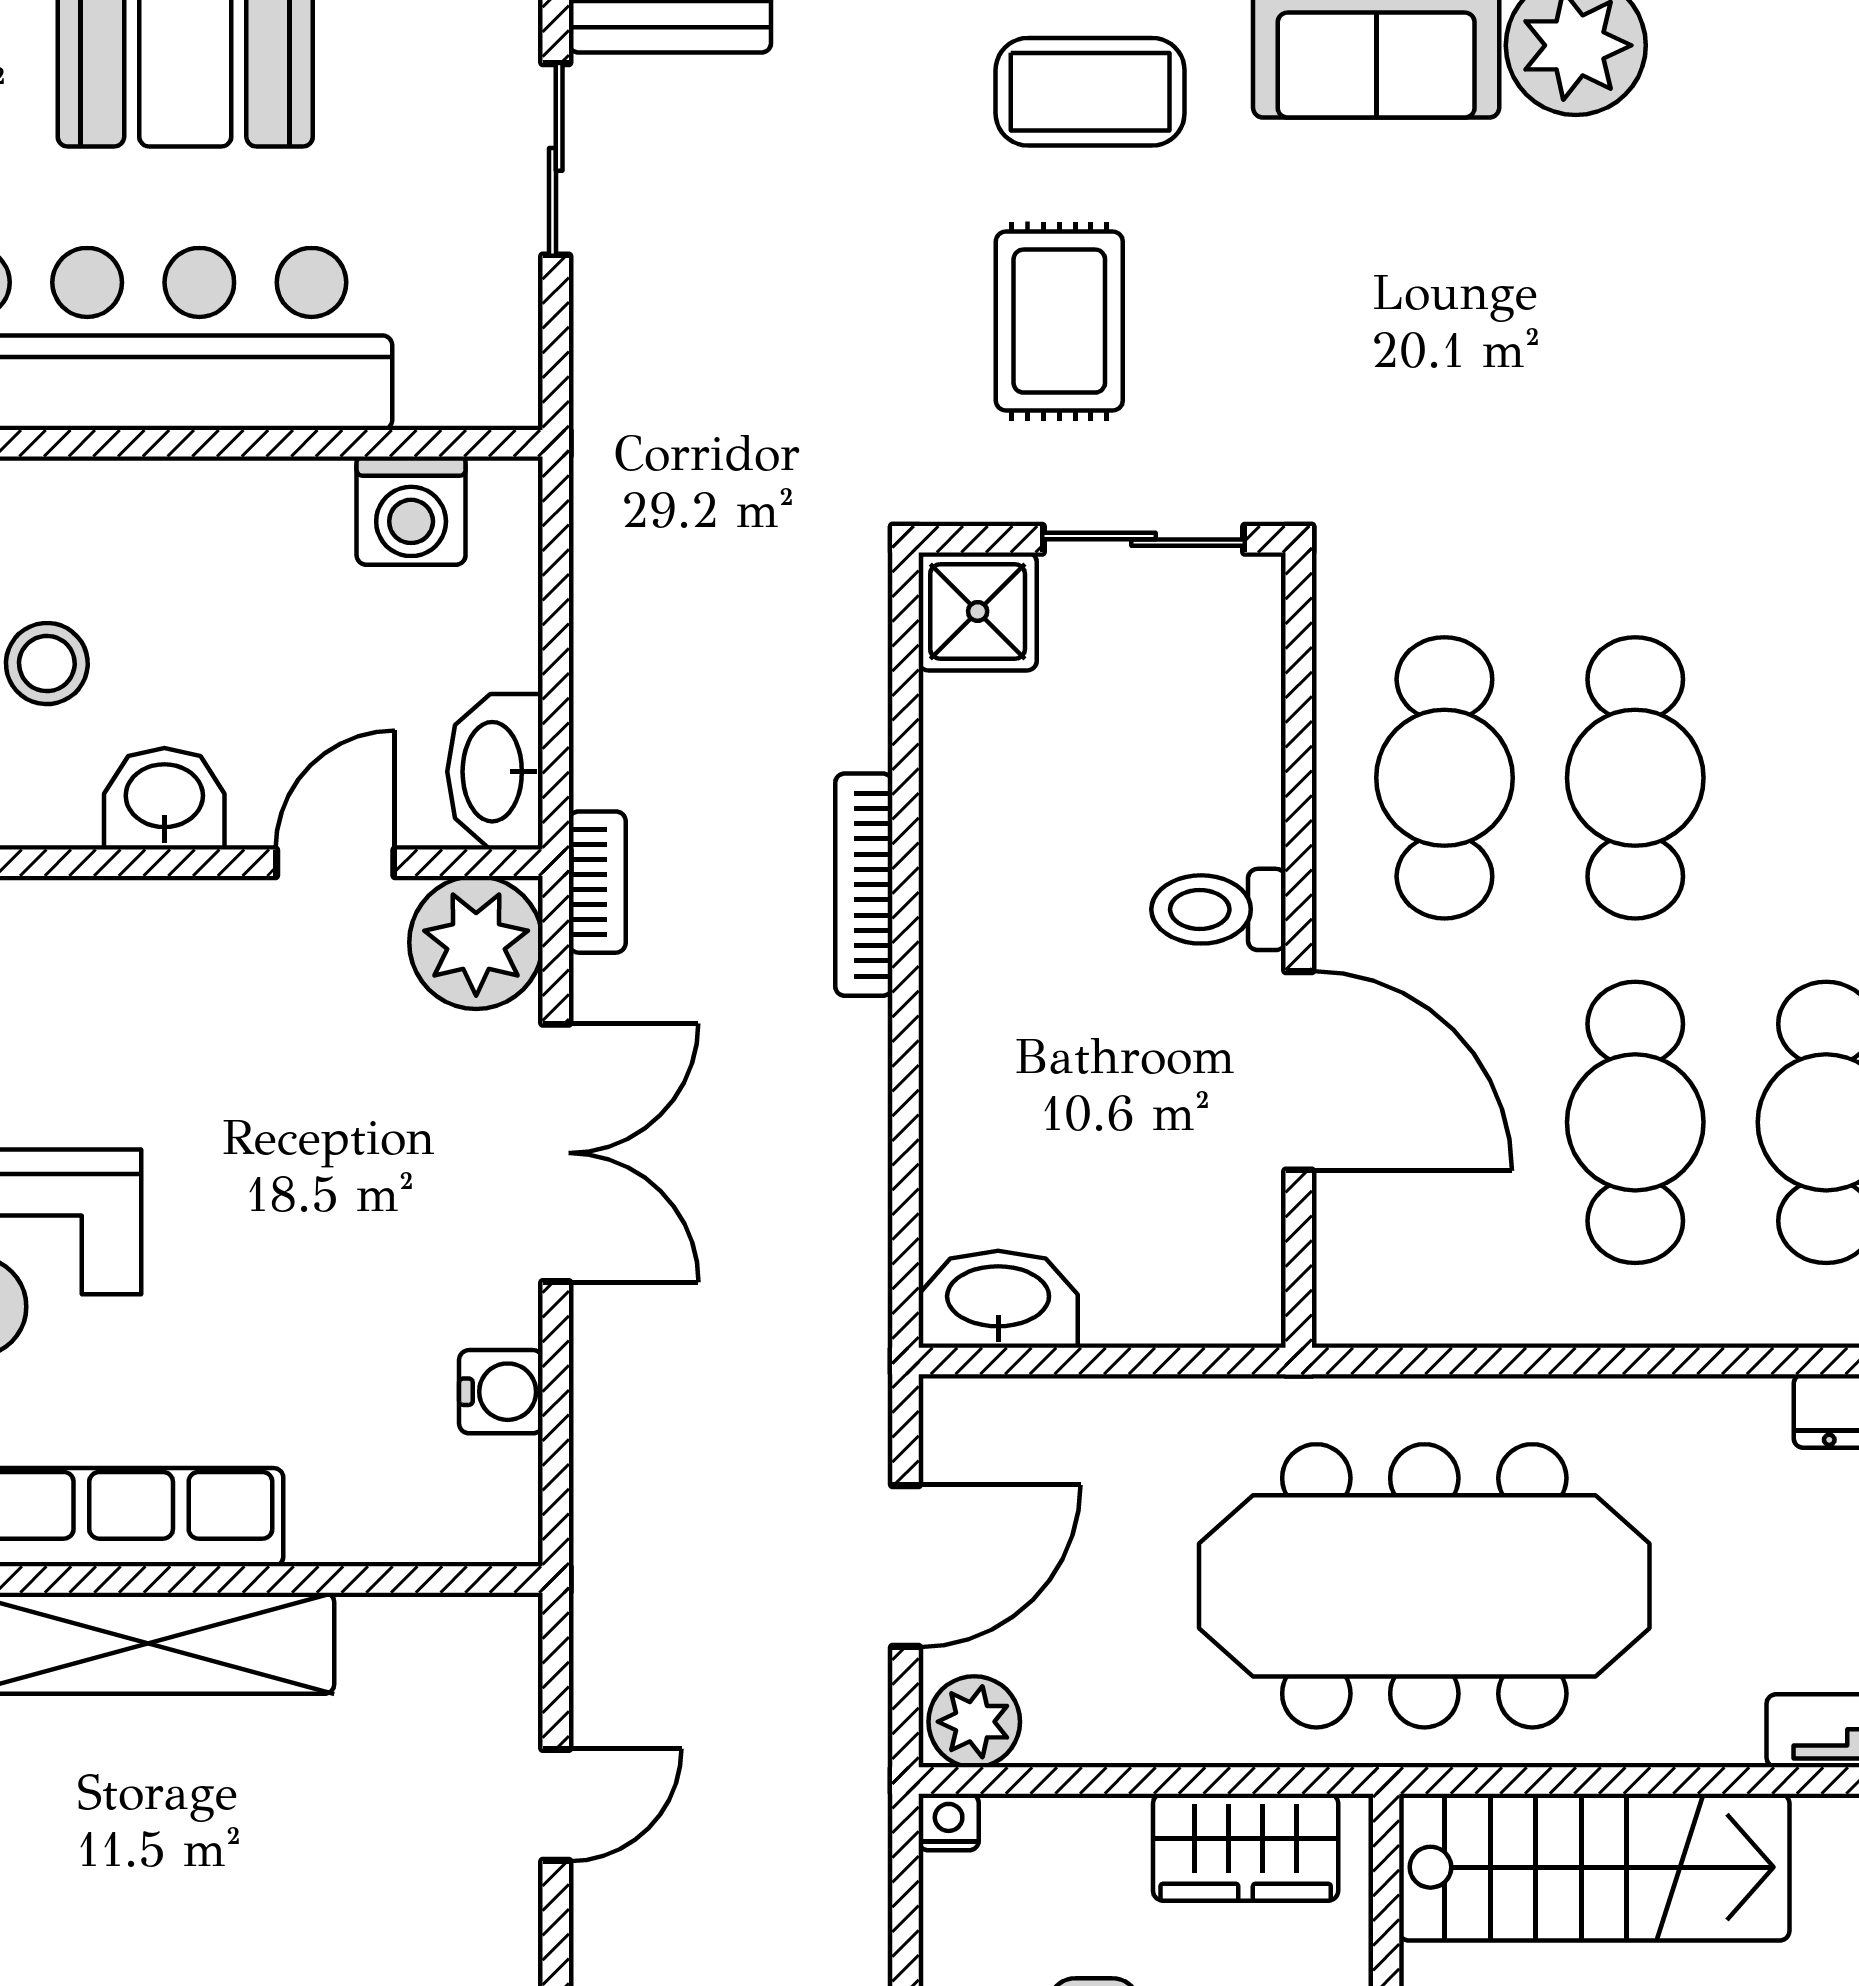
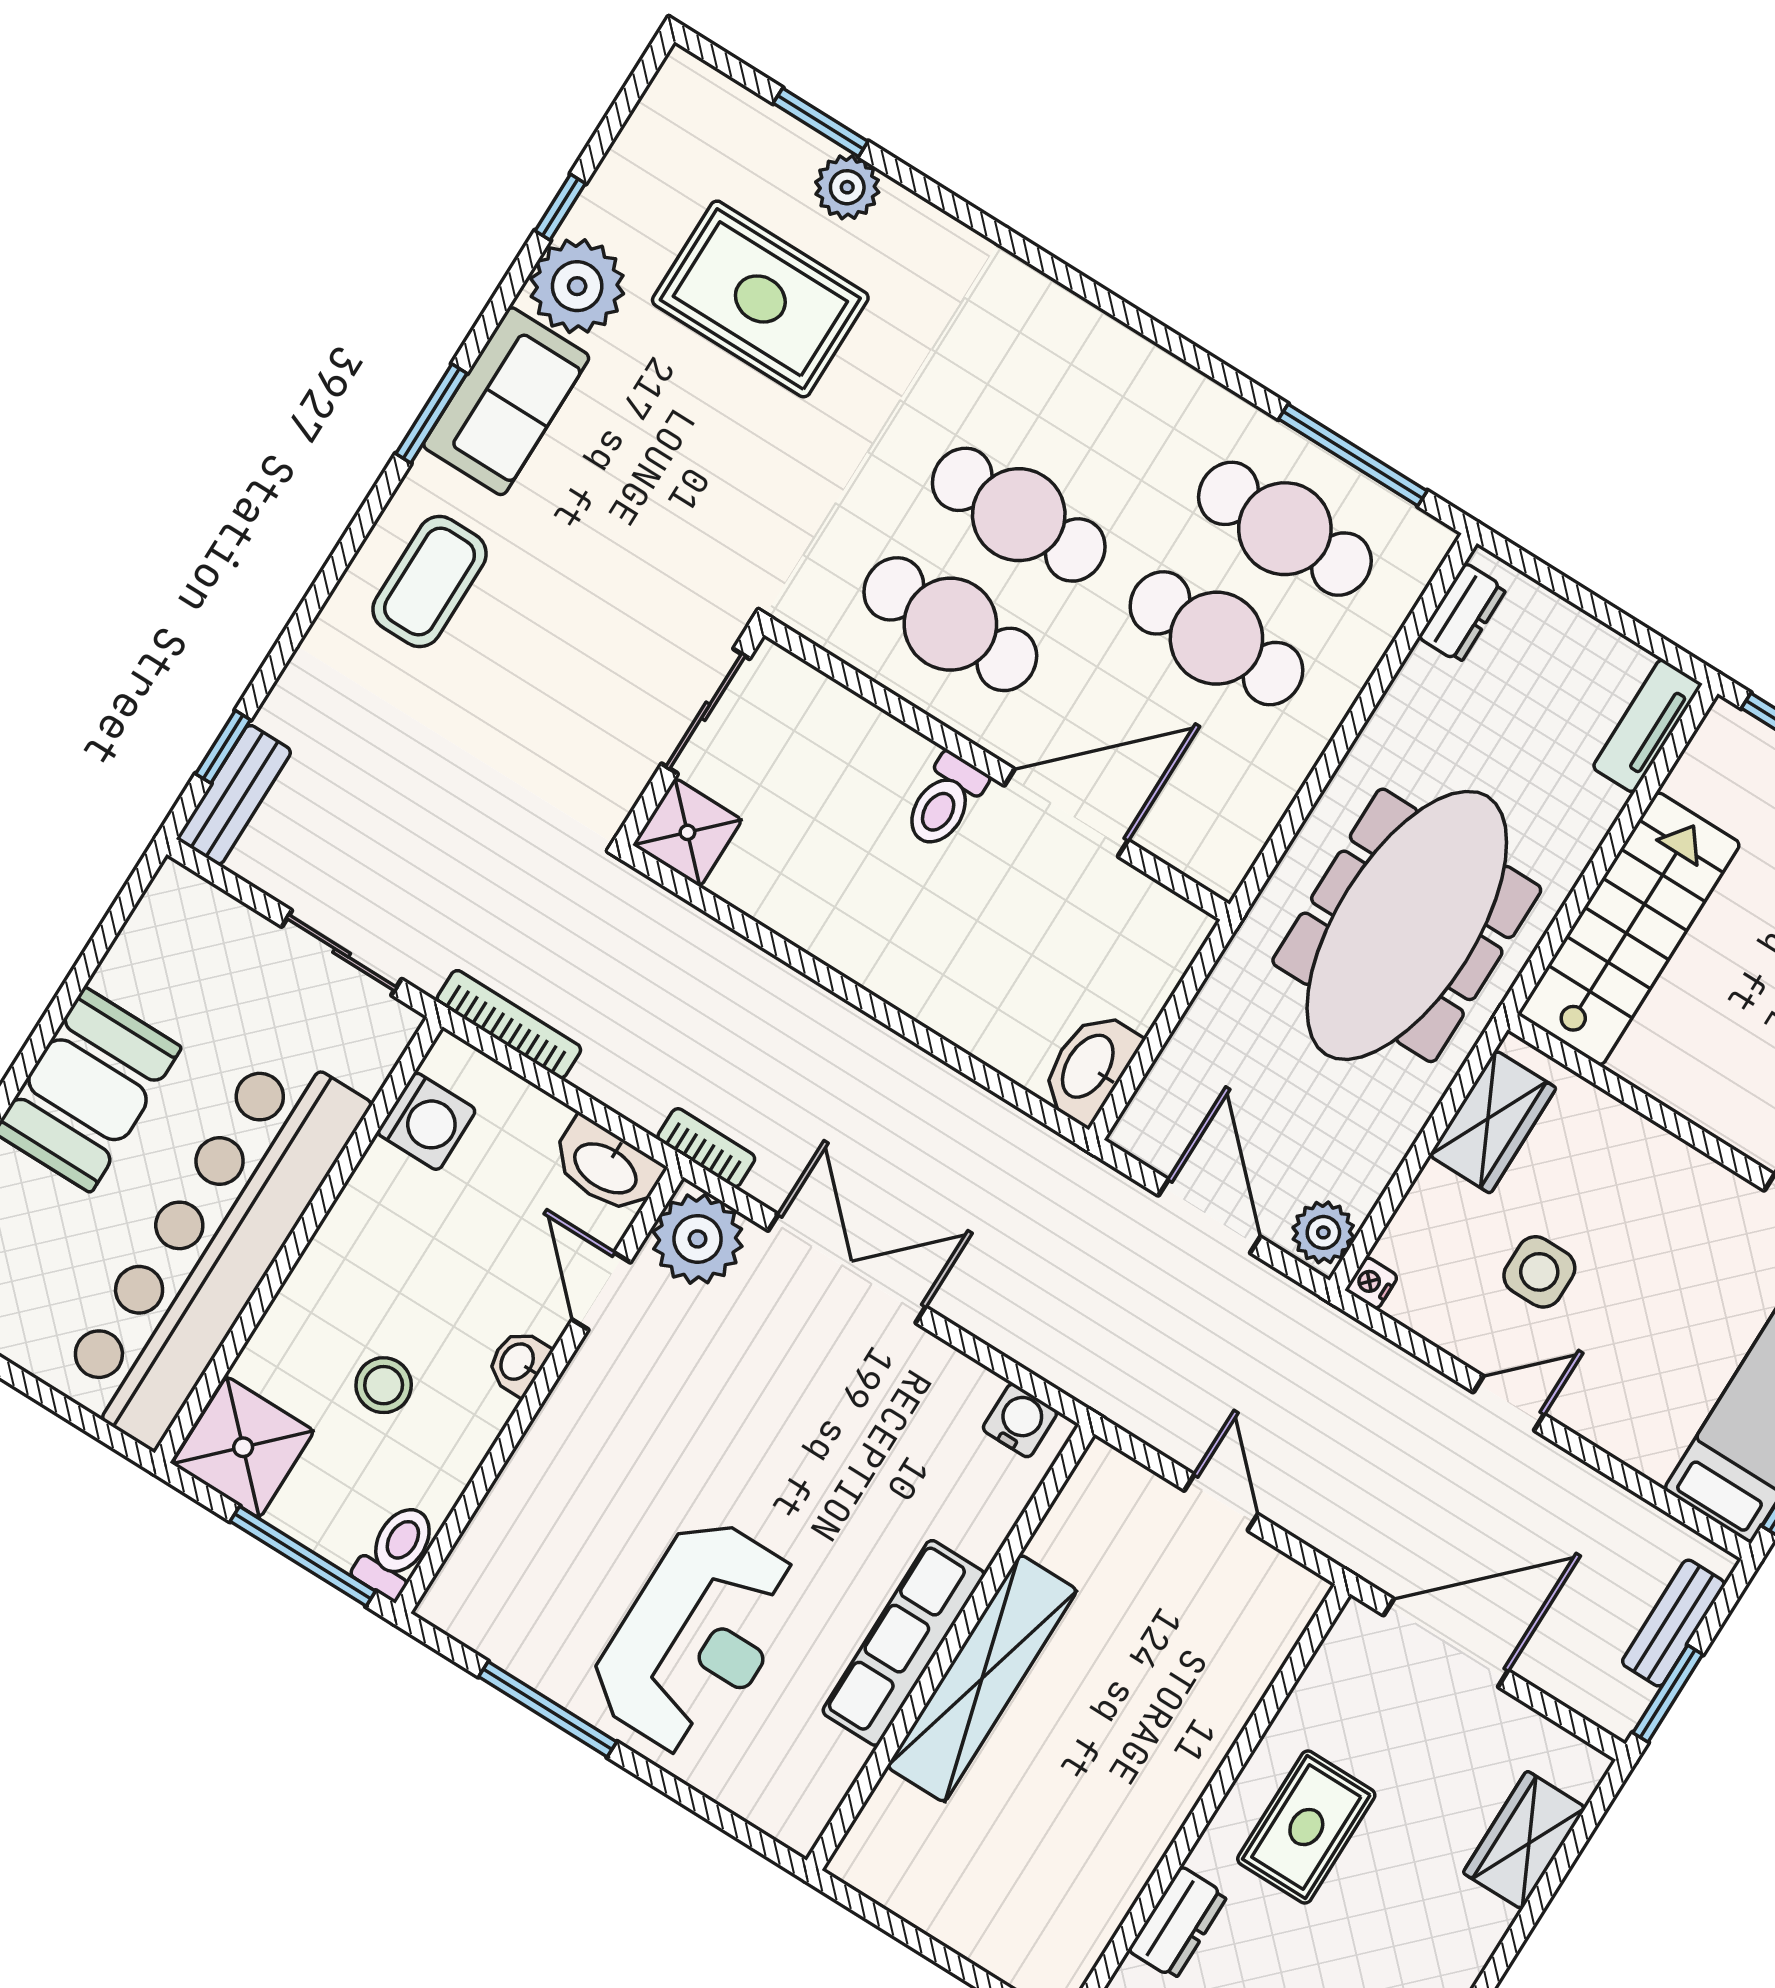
sliding door: (556, 159) -> (342, 953), moved
rug: (1059, 321) -> (760, 299), moved, width x1.36, depth x1.43
washbasin: (164, 799) -> (518, 1362), width x0.72, depth x0.69
bookcase: (864, 885) -> (509, 1024), moved, turned 180
water cooler: (501, 1392) -> (1020, 1420), moved

